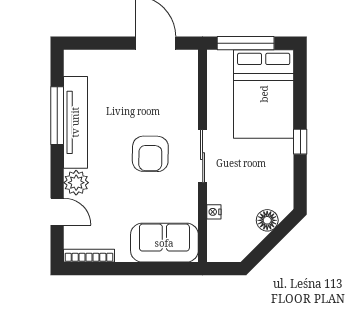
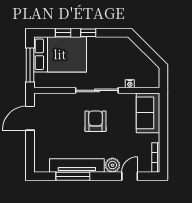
window: (300, 99) -> (63, 33), added
armchair: (150, 154) -> (95, 121), turned -91
sliding door: (203, 156) -> (97, 90), width x1.37
floor lamp: (267, 220) -> (135, 52), removed

